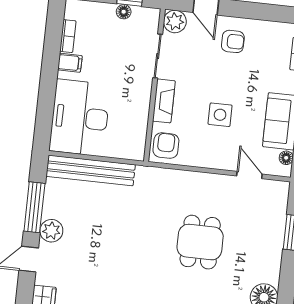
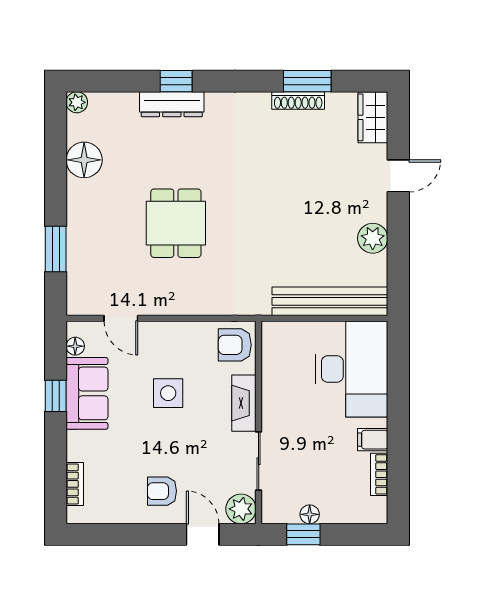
armchair: (166, 146) -> (235, 345), turned 90
window: (34, 207) -> (398, 245), removed
plant: (51, 231) -> (373, 238), moved

